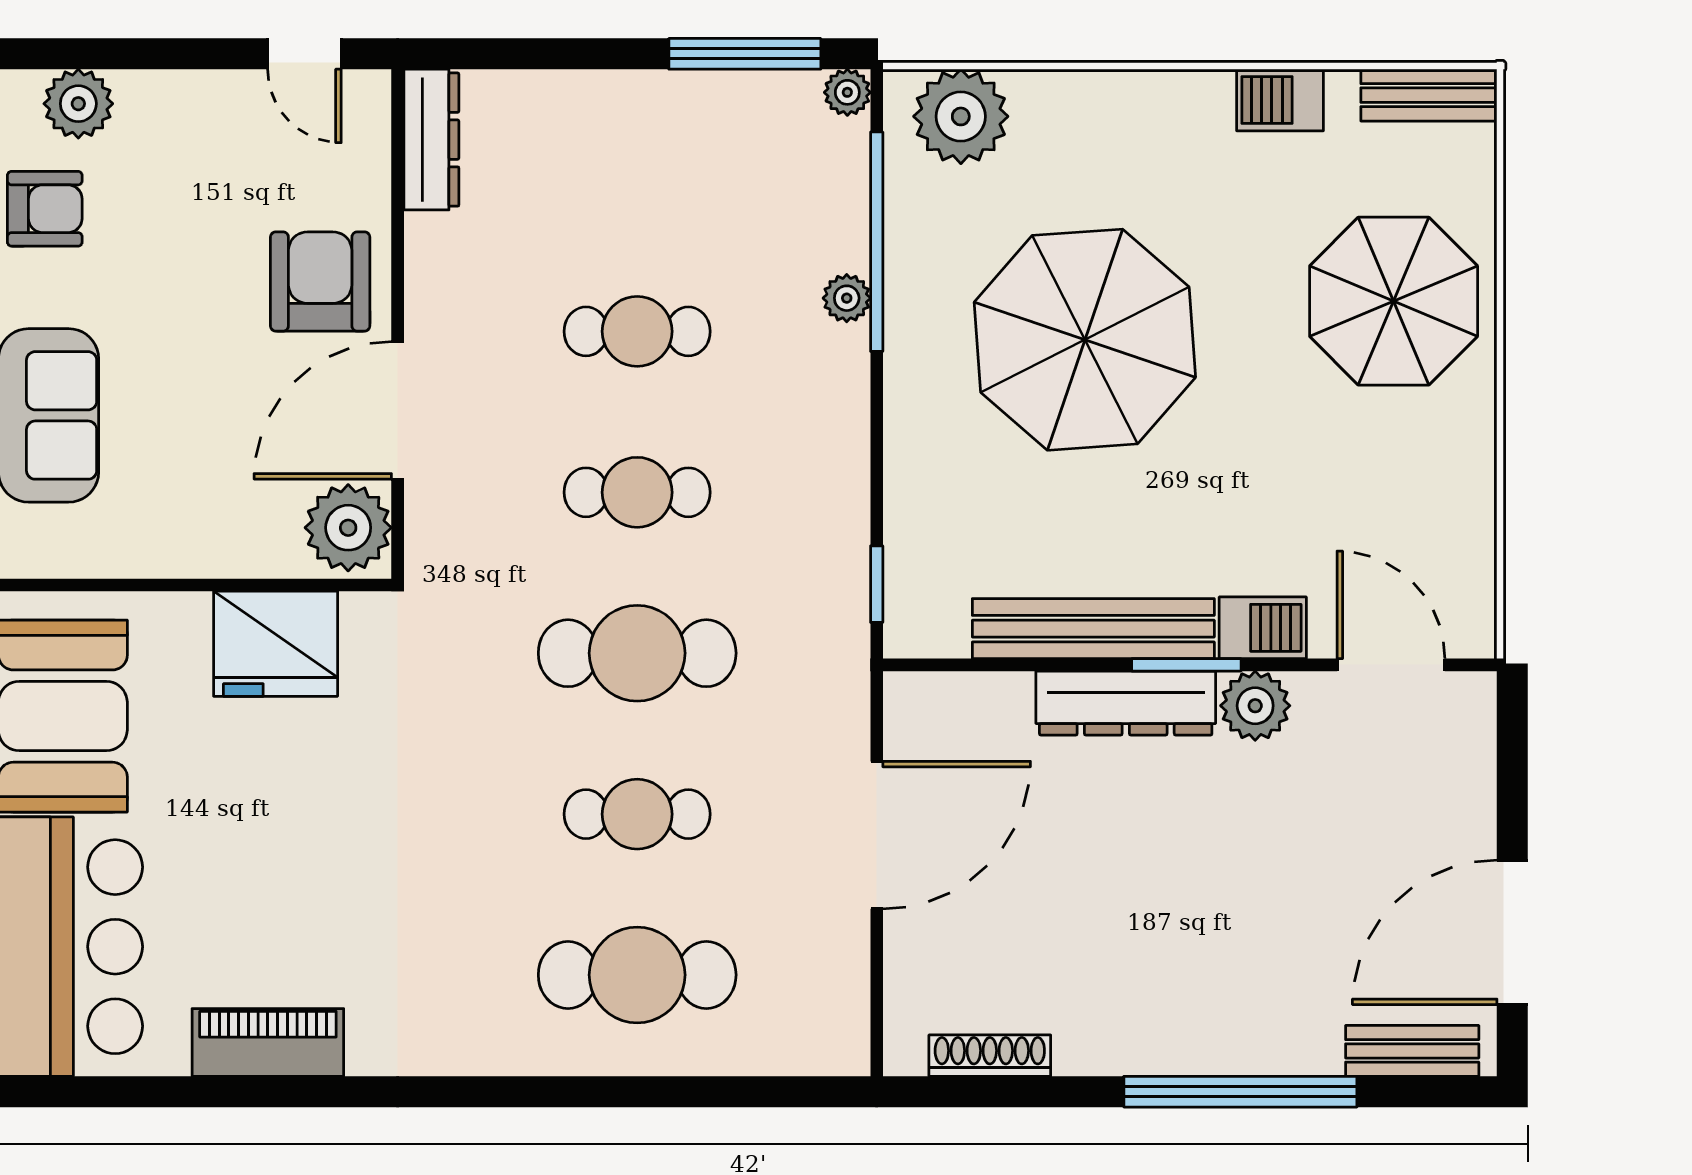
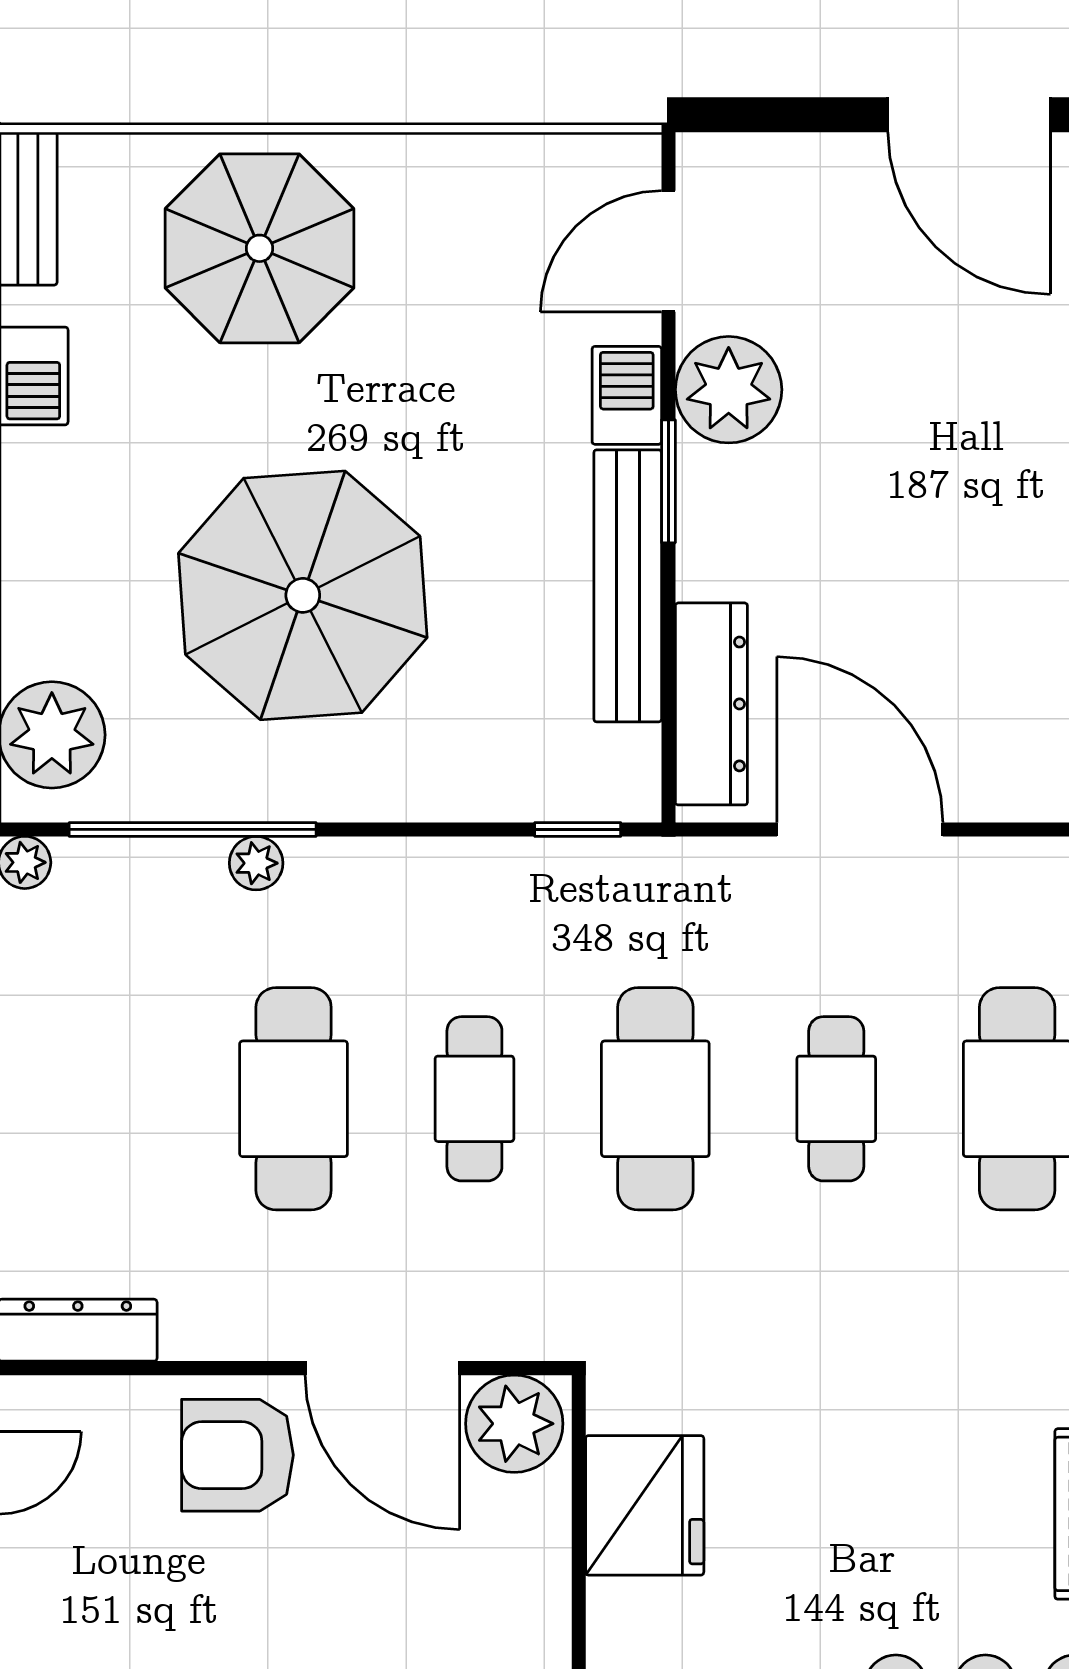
cafe table: (637, 331) -> (294, 1099), width x1.37, depth x1.35
dresser: (1126, 703) -> (711, 704), moved
plant: (1255, 706) -> (729, 390), width x1.36, depth x1.36

